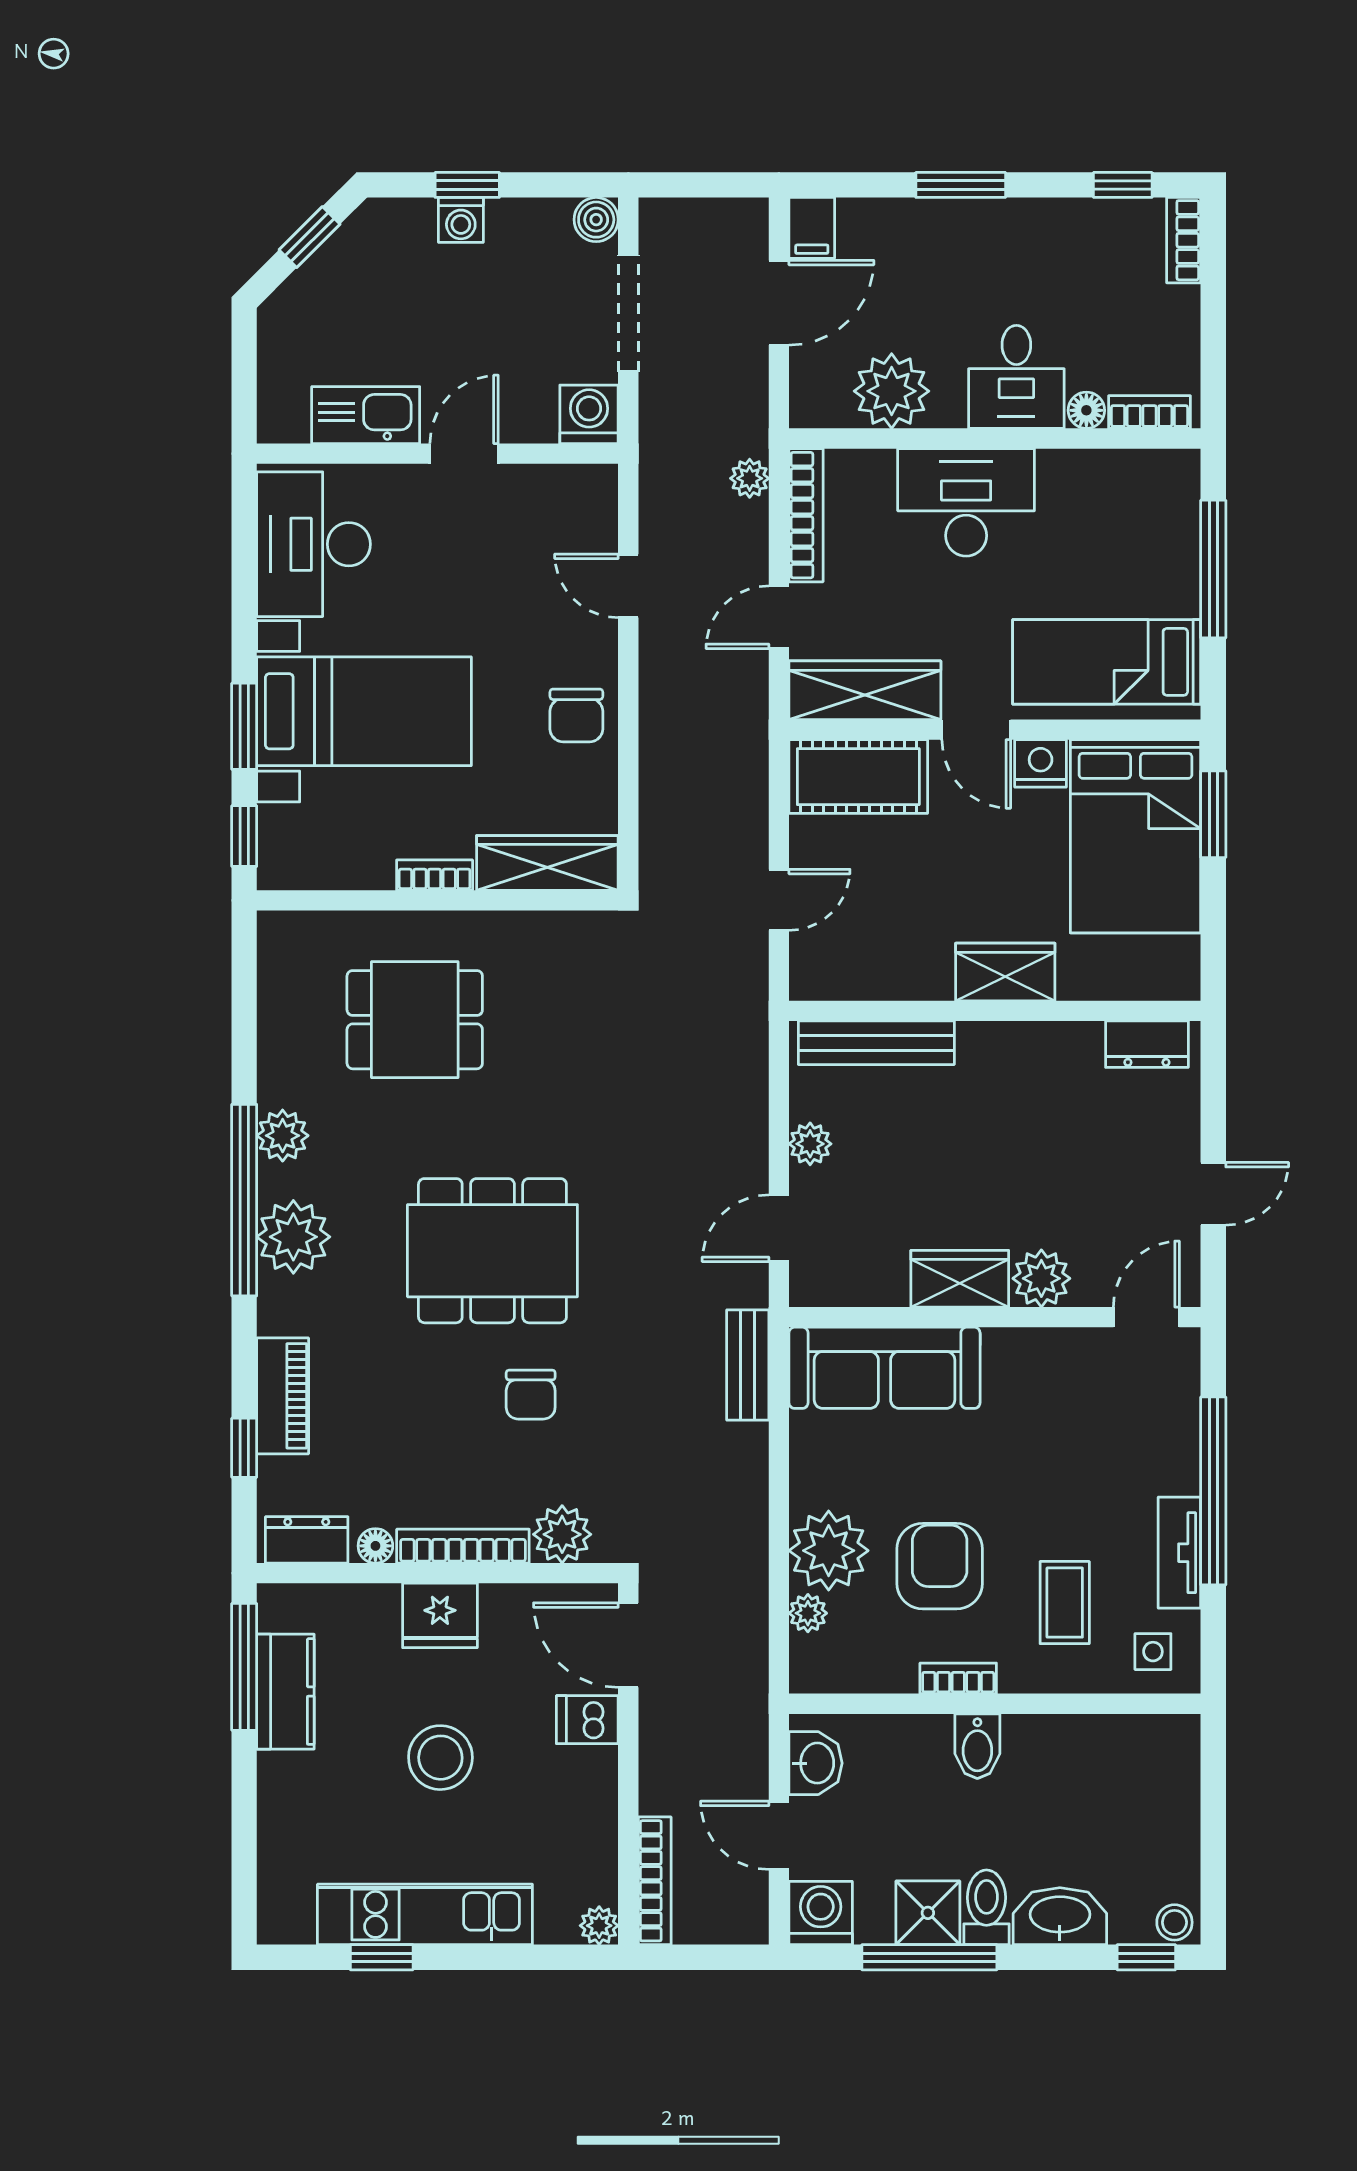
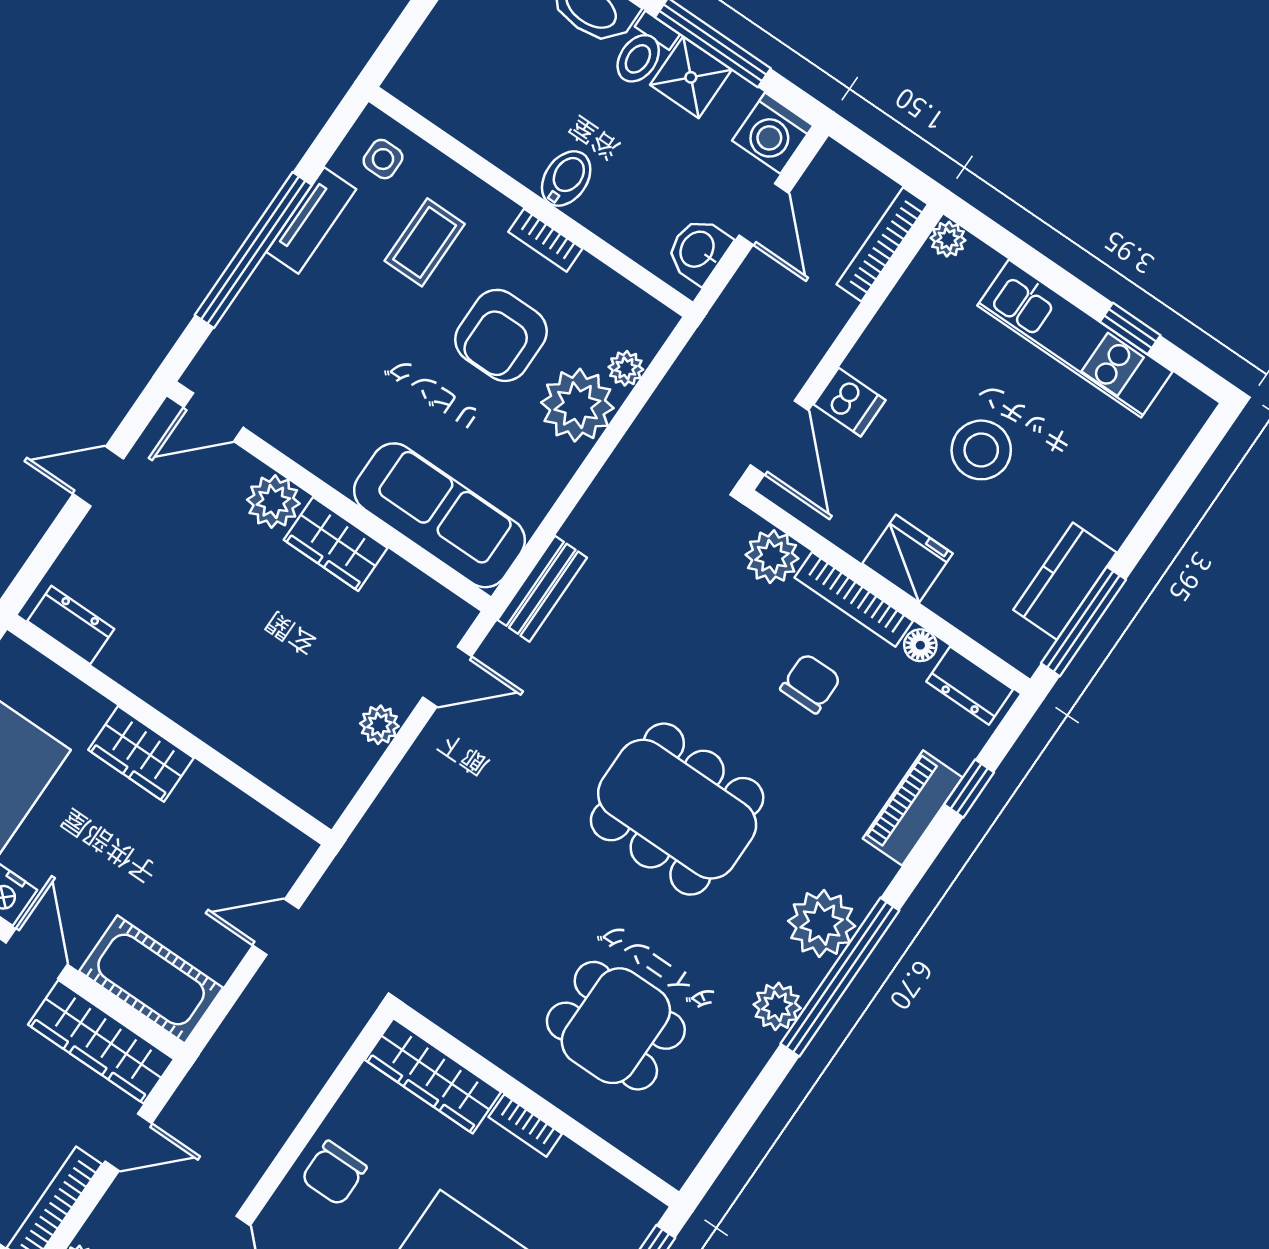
chair: (576, 715) -> (334, 1173), turned 180
bench: (876, 1043) -> (276, 767), removed
chair: (531, 1395) -> (811, 683), moved

